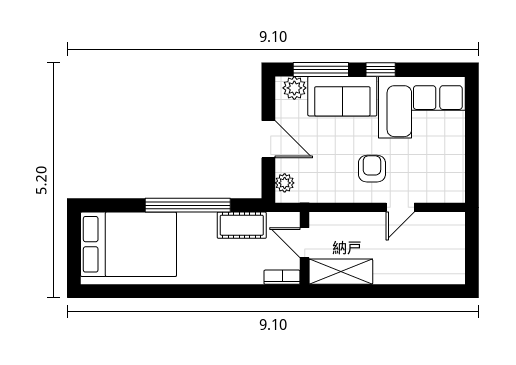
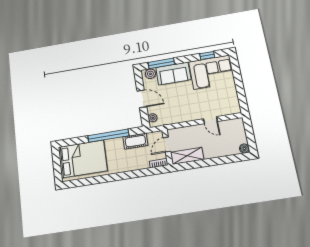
window: (381, 70) -> (207, 56), moved
armchair: (372, 169) -> (193, 104), removed
door: (400, 207) -> (210, 120), hinge flipped
door: (305, 243) -> (167, 145), hinge flipped
boiler: (456, 275) -> (244, 148), added

